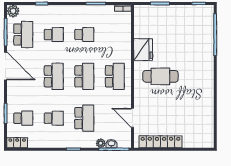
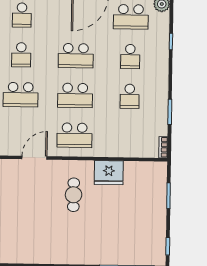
cafe table: (160, 76) -> (74, 195), width x0.73, depth x0.74
door: (132, 118) -> (34, 158), moved

